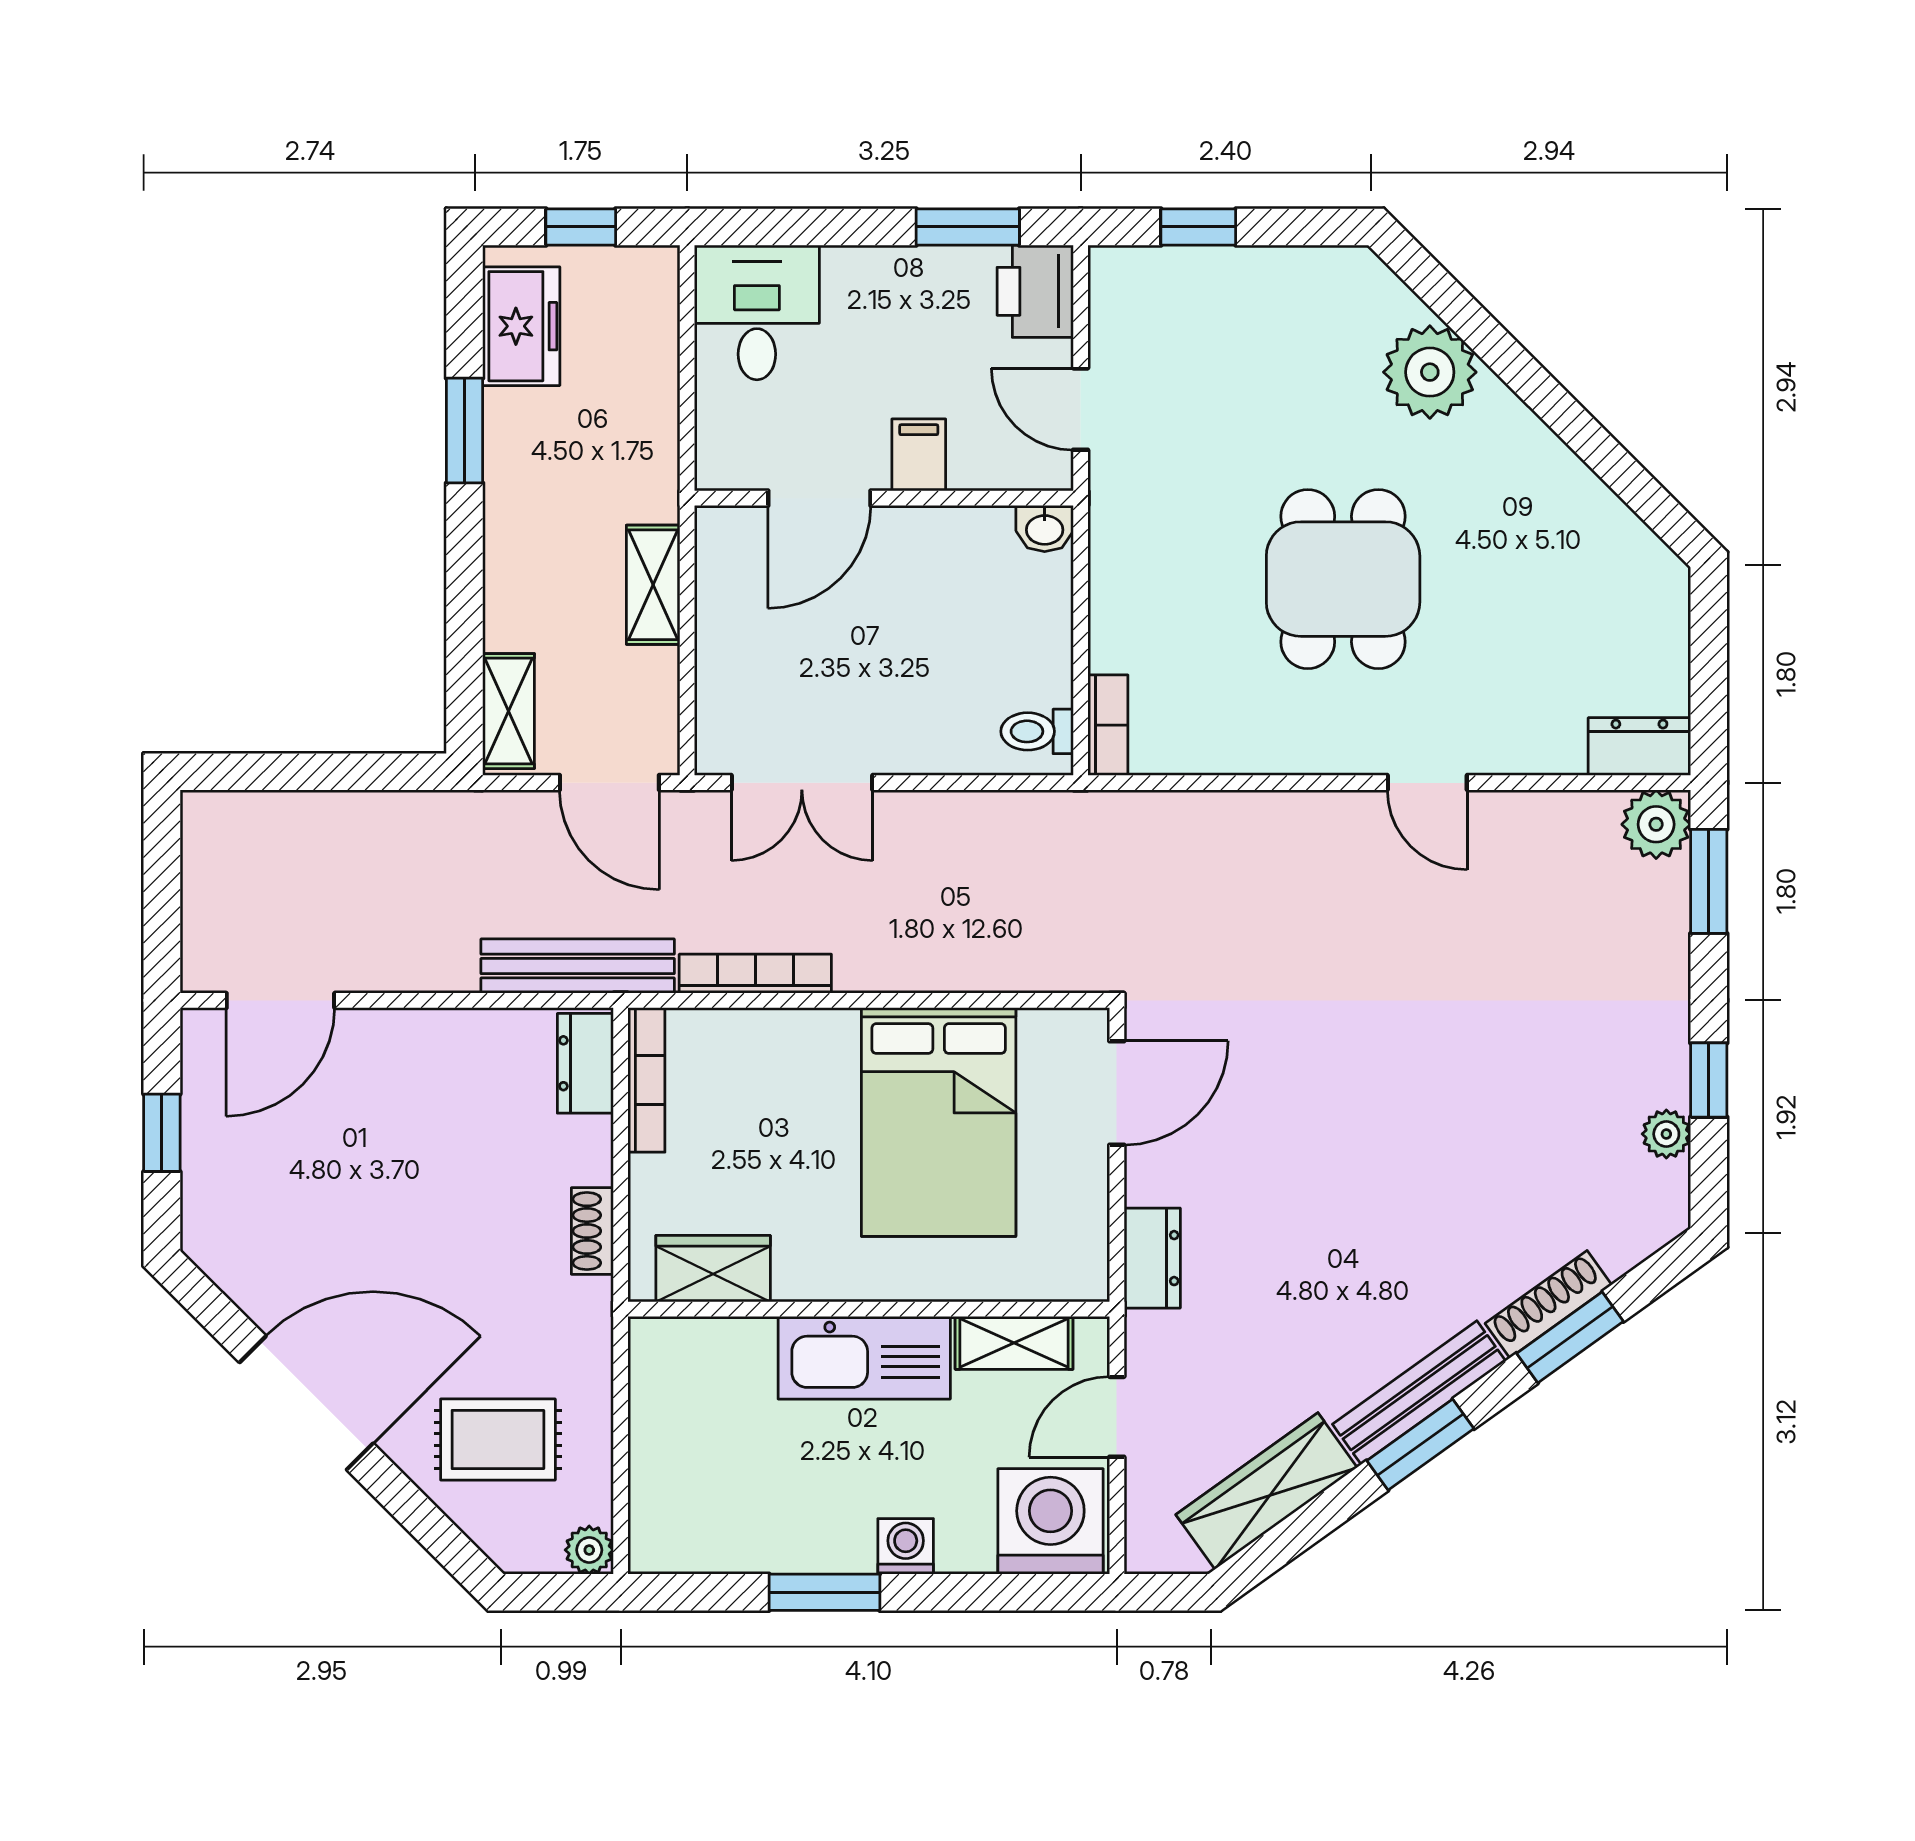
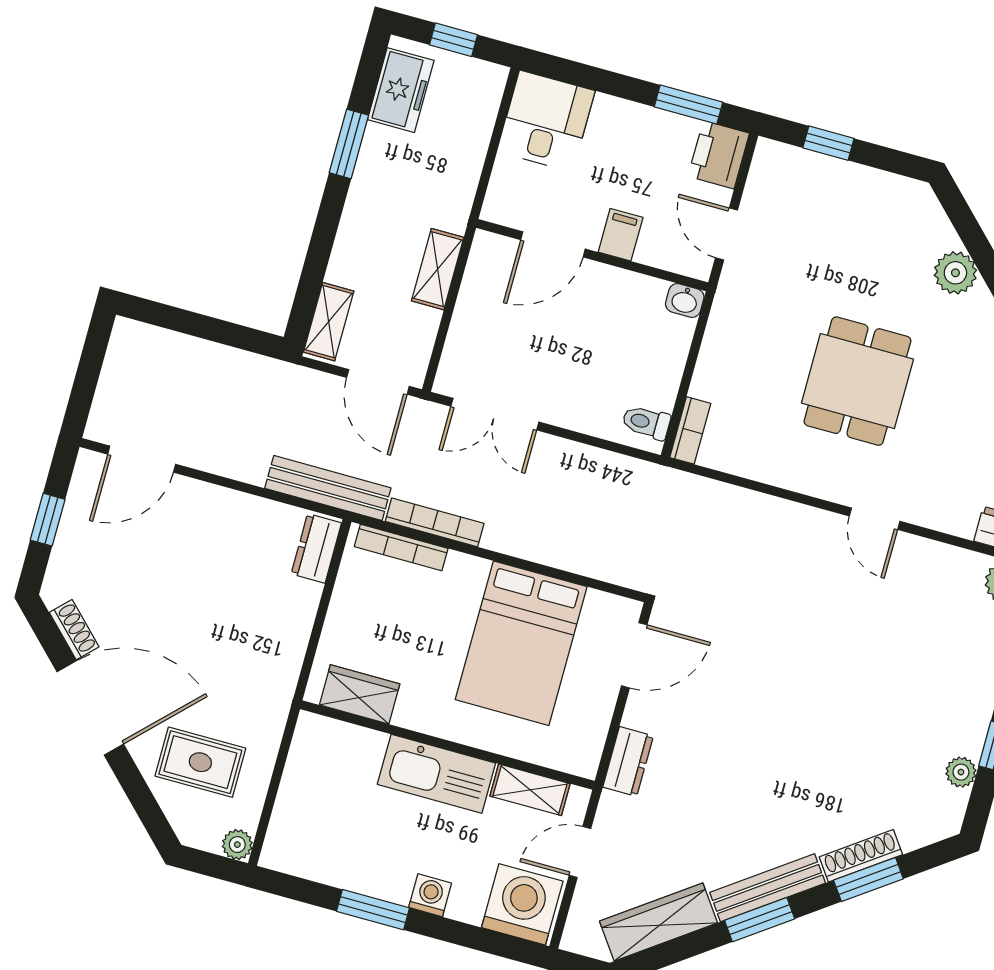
plant: (1430, 372) -> (955, 273), width x0.73, depth x0.73
bookcase: (646, 1080) -> (401, 547), moved, turned 90
shoe rack: (592, 1231) -> (74, 630), moved, turned 135

